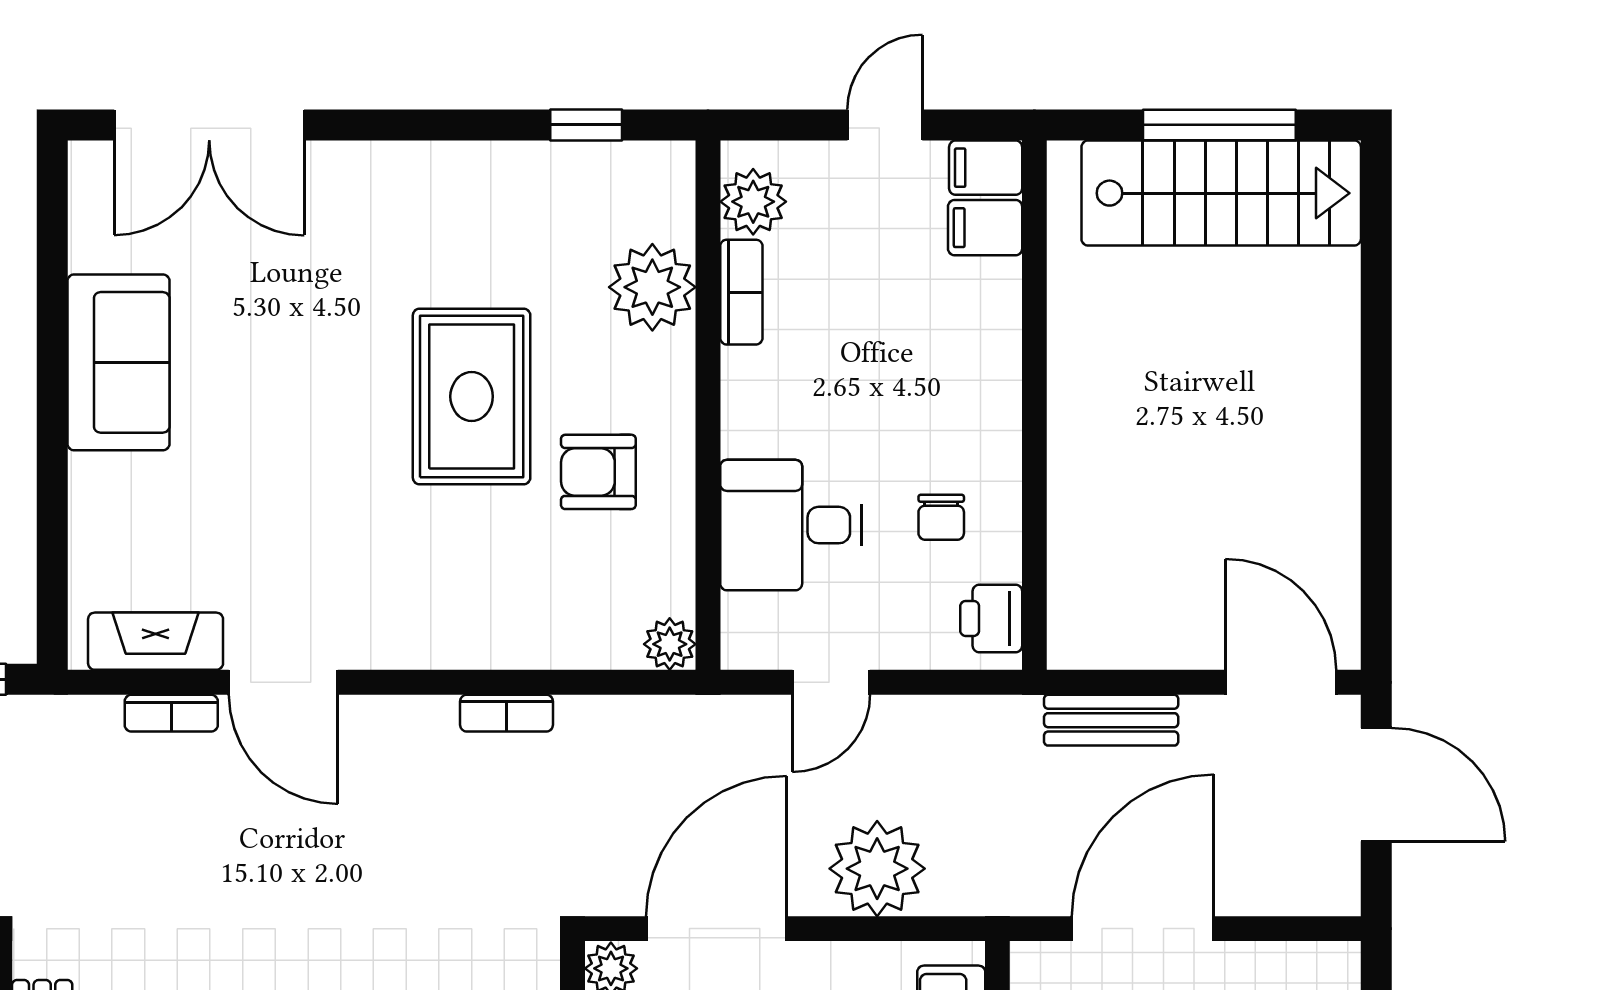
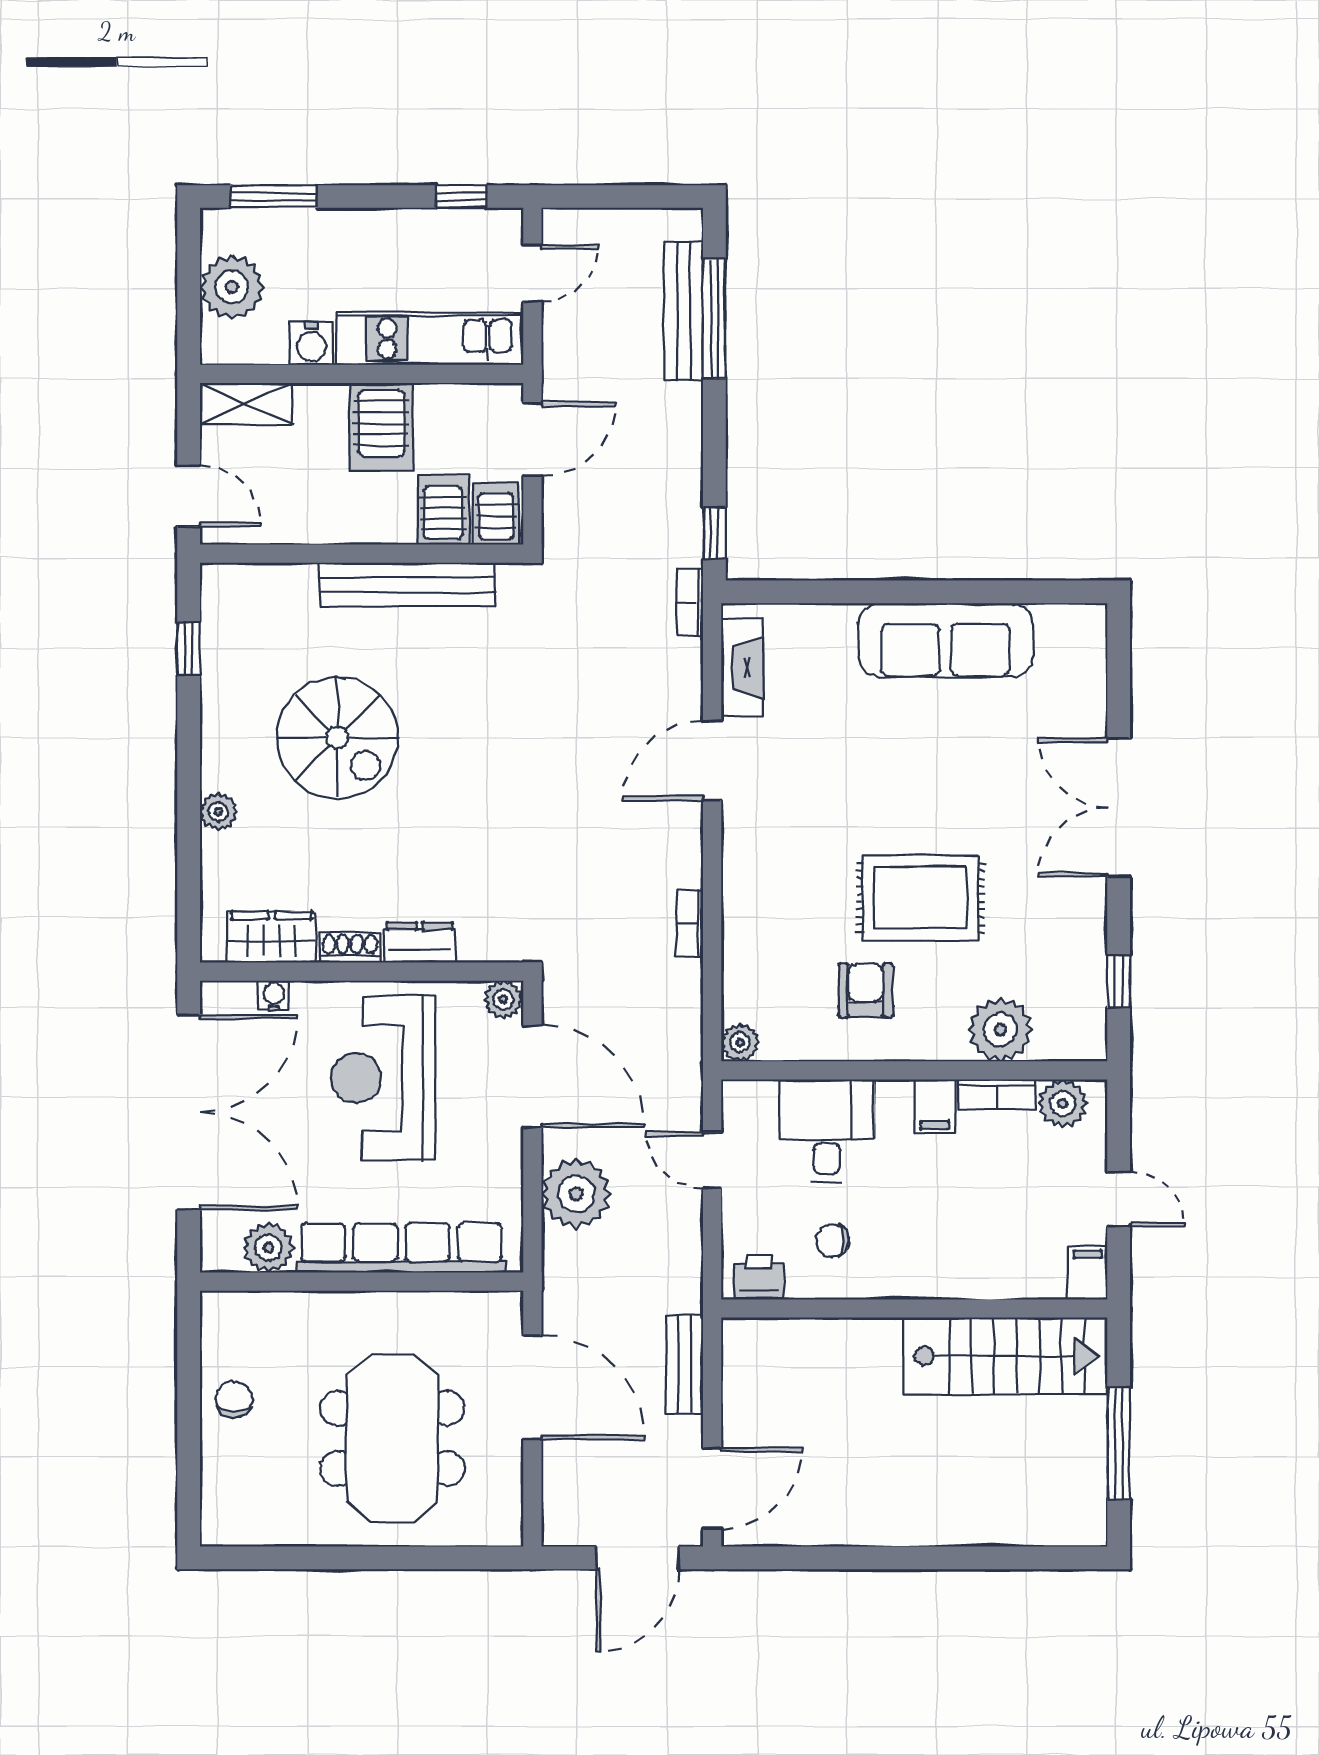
double door: (209, 125) -> (1119, 808), moved
stairs: (1221, 193) -> (1006, 1356), moved, turned -90
filing cabinet: (985, 228) -> (935, 1106), moved, turned 180
sofa: (118, 362) -> (946, 640), width x1.36
bookcase: (171, 713) -> (690, 603), moved

